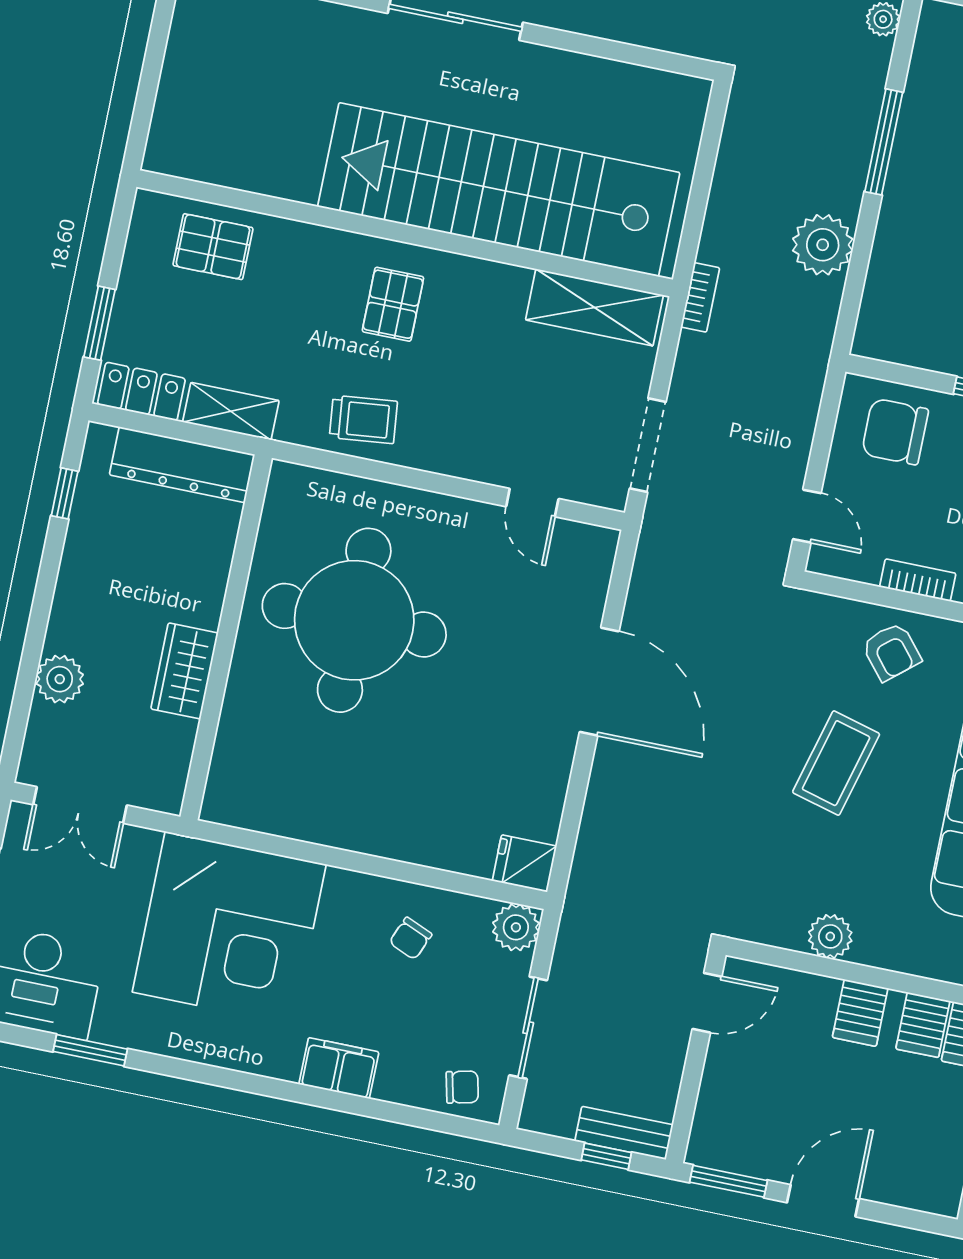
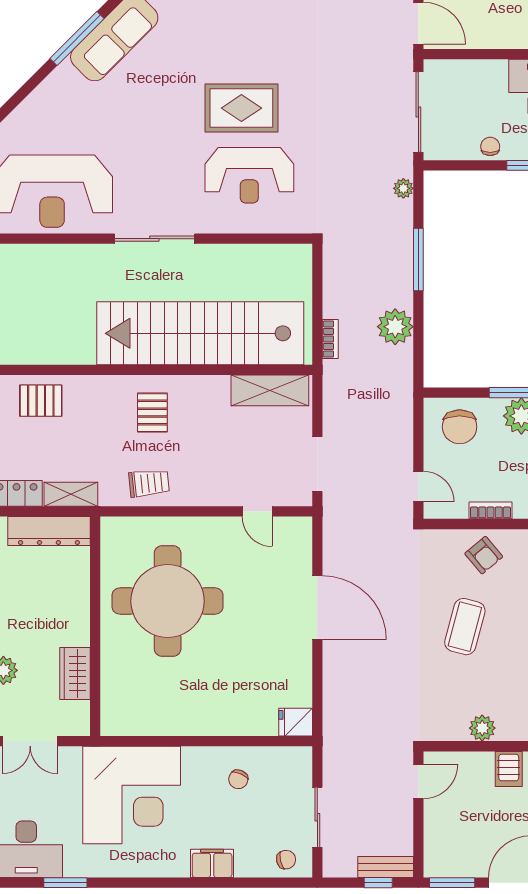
bookcase: (700, 297) -> (330, 339), moved
chair: (895, 432) -> (460, 427), turned -90
wardrobe: (185, 671) -> (75, 674), moved
plant: (516, 927) -> (298, 760), removed

